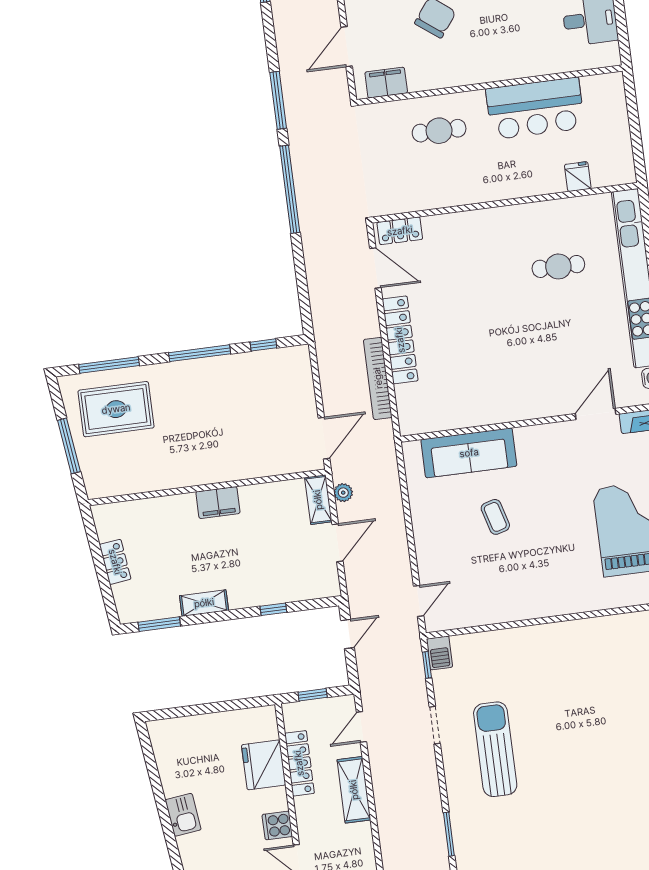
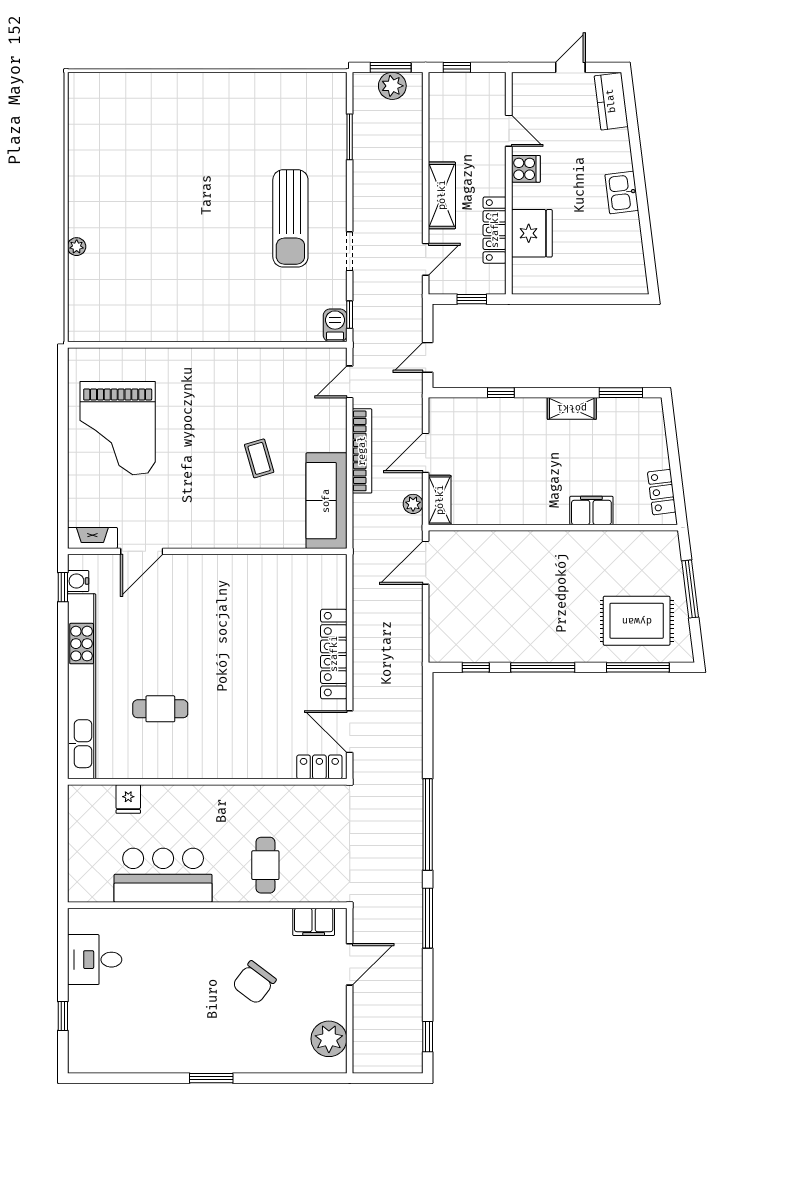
cafe table: (439, 131) -> (265, 865), turned 90
bookcase: (378, 378) -> (362, 451), moved
sofa: (469, 453) -> (326, 501), moved, turned -90
filing cabinet: (218, 503) -> (591, 510), moved
locker: (115, 562) -> (662, 492), moved

